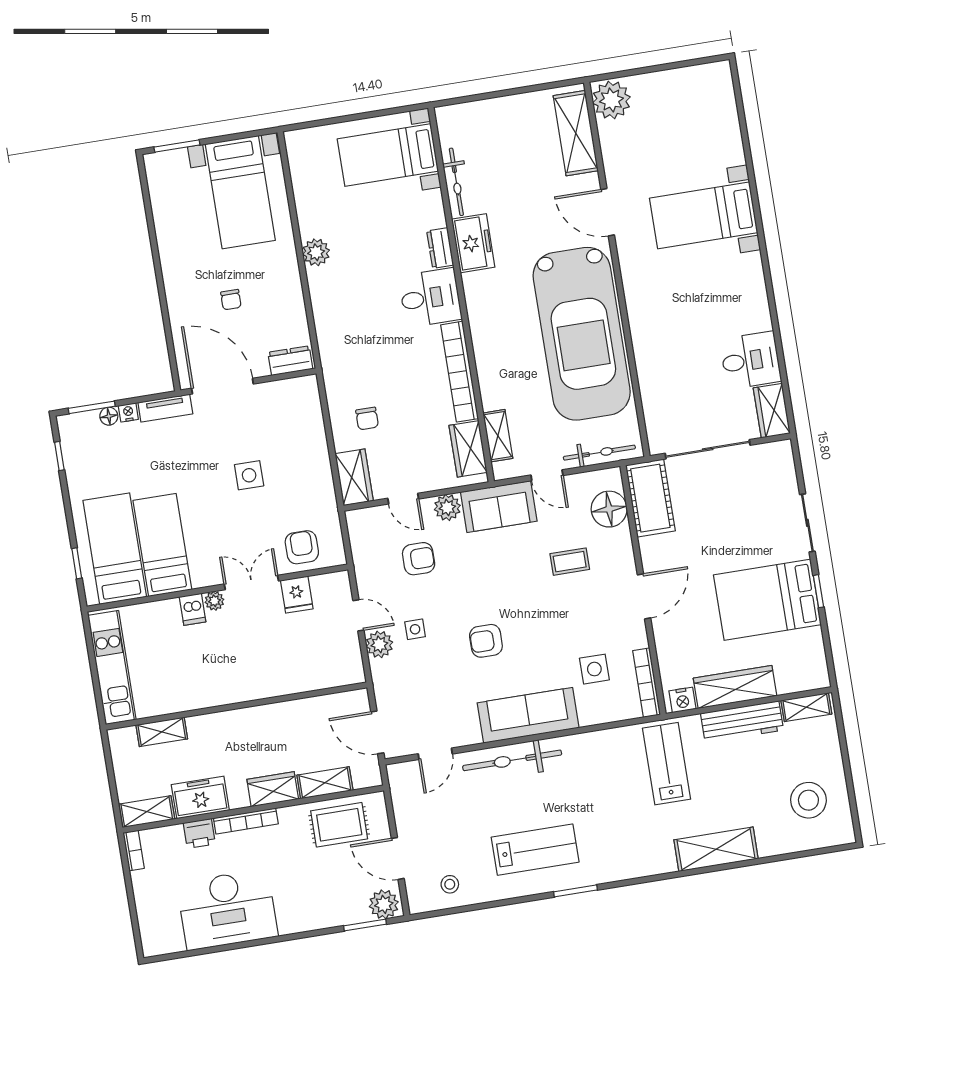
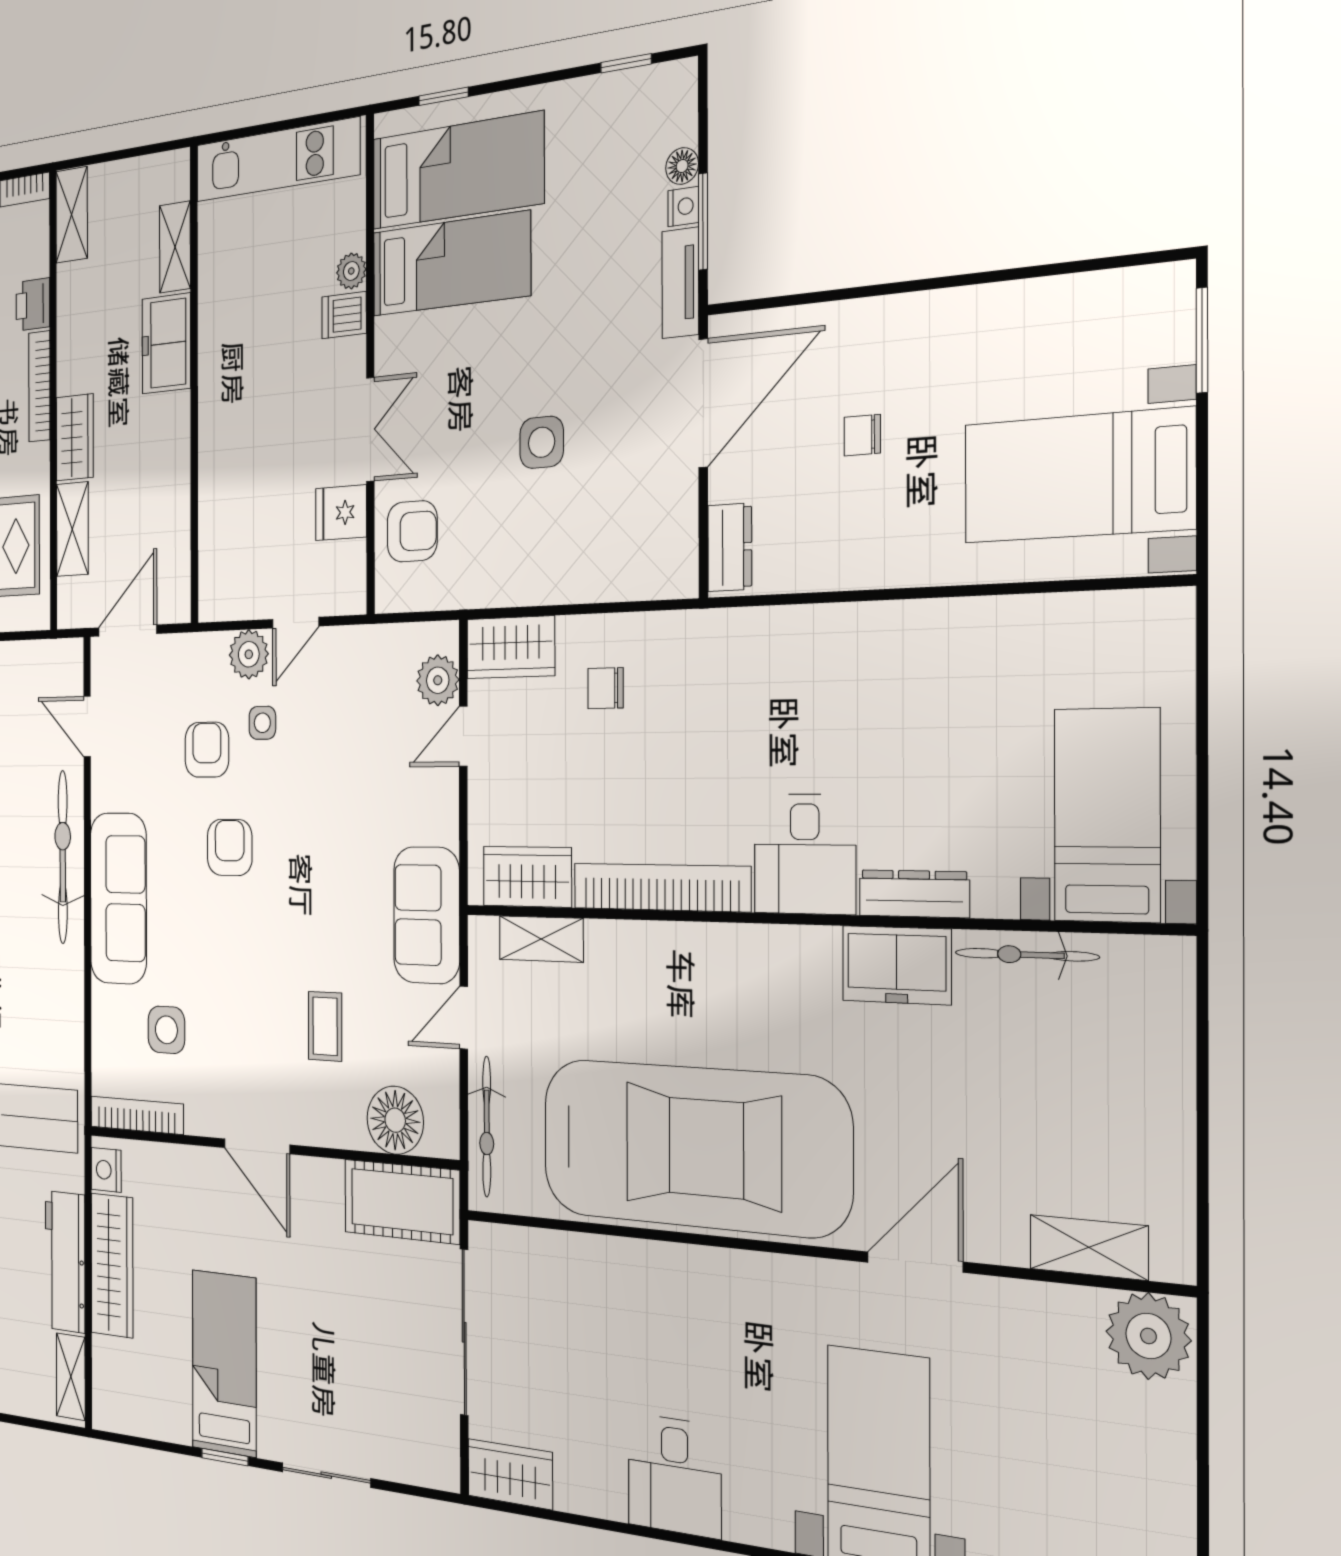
shelving: (576, 133) -> (1089, 1247), width x0.67, depth x0.75
dresser: (440, 248) -> (914, 894), width x1.44
plant: (316, 252) -> (929, 628), removed
car: (582, 334) -> (694, 1147), turned 180
desk: (750, 360) -> (675, 1475), moved
window: (92, 407) -> (703, 221), moved
plant: (447, 507) -> (438, 680), moved
armchair: (419, 559) -> (207, 750), moved, turned 180
bed: (767, 600) -> (224, 1363), width x0.67
plant: (214, 601) -> (351, 271), moved
freezer: (200, 797) -> (166, 343), moved, turned 180

